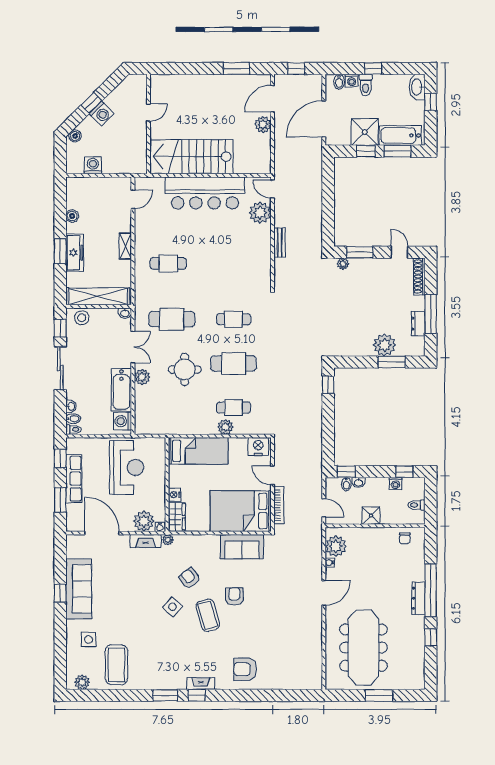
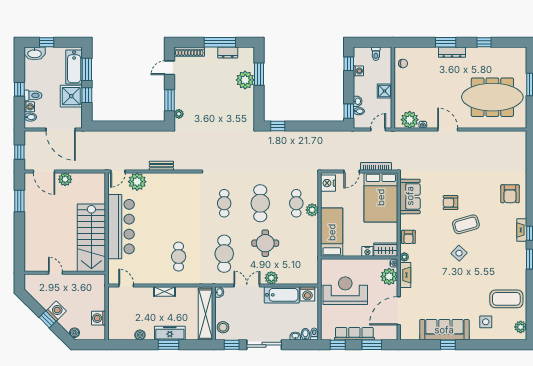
armchair: (189, 578) -> (408, 237), moved, turned -53
window: (431, 590) -> (446, 42), width x0.47

